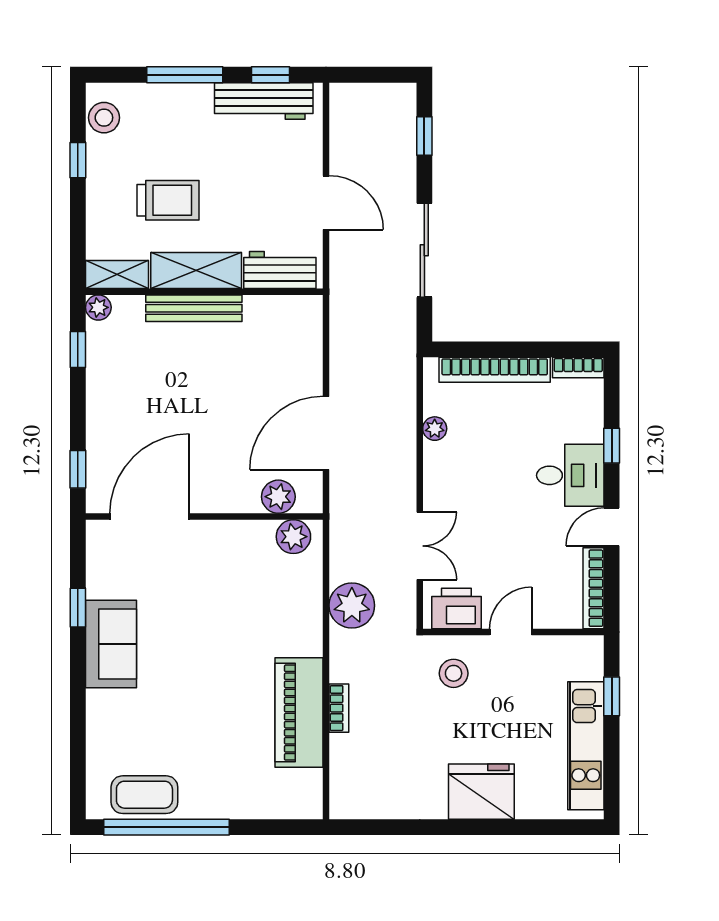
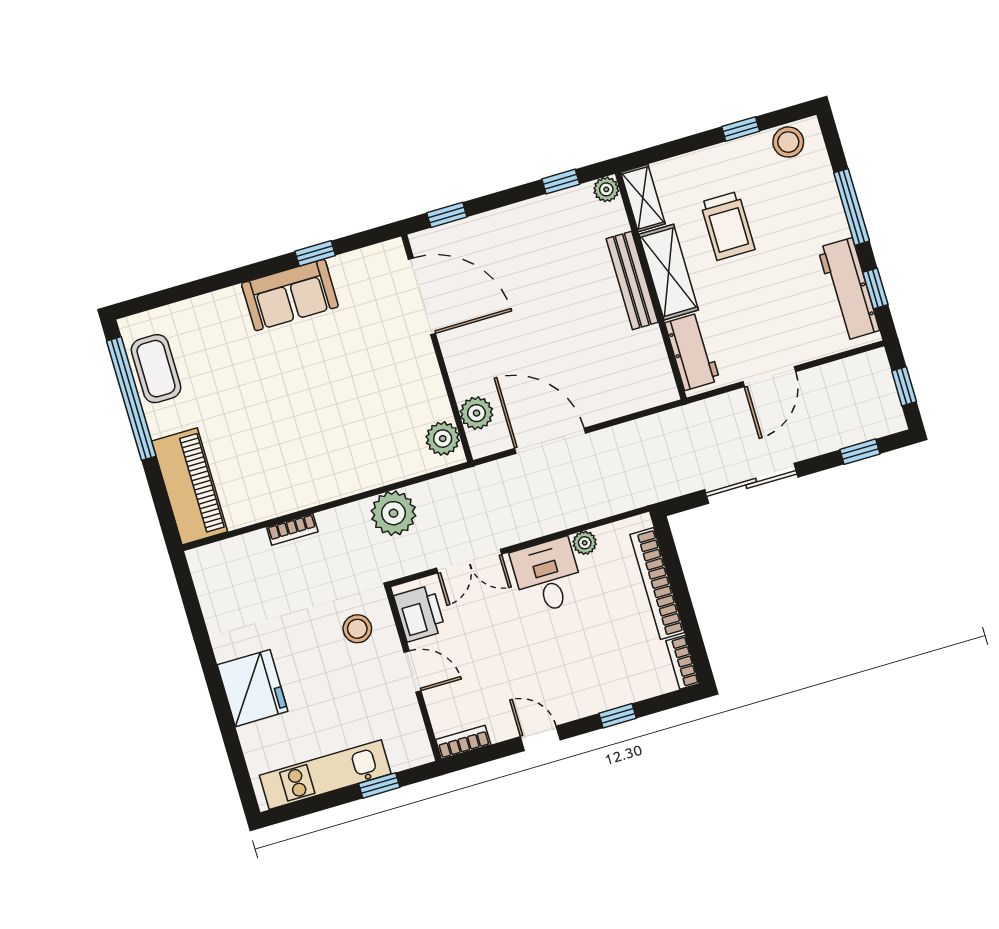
window: (374, 75) -> (904, 386), added
desk: (570, 475) -> (547, 576), moved, turned 180
bookcase: (593, 588) -> (463, 742), width x0.64
piano: (299, 713) -> (190, 486), moved, turned 90

